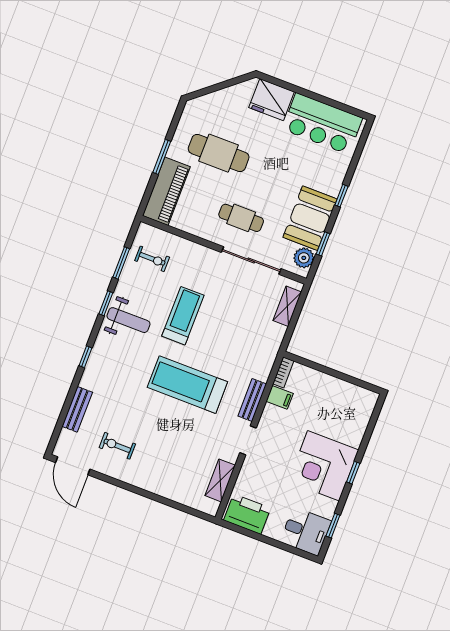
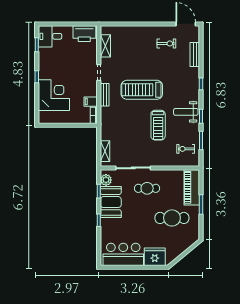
treadmill: (187, 385) -> (142, 90), turned 180
corner desk: (323, 466) -> (54, 95), moved

